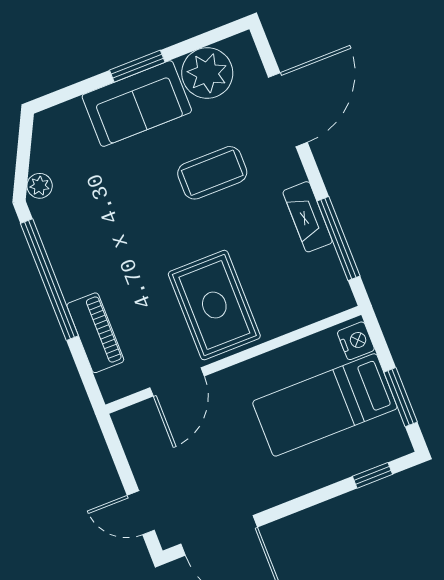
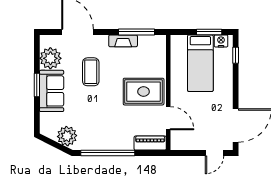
plant: (40, 186) -> (67, 136), width x1.88, depth x1.88
piano: (95, 333) -> (150, 143), moved
nightstand: (356, 341) -> (221, 41), moved

